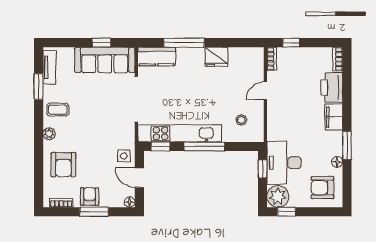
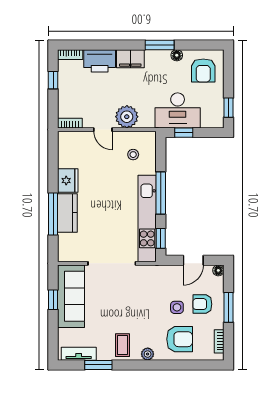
window: (291, 43) -> (53, 80), moved
kitchen counter: (157, 56) -> (67, 213), moved
side table: (124, 156) -> (177, 307), moved
plant: (278, 196) -> (127, 117), moved
armchair: (90, 197) -> (202, 304), moved

